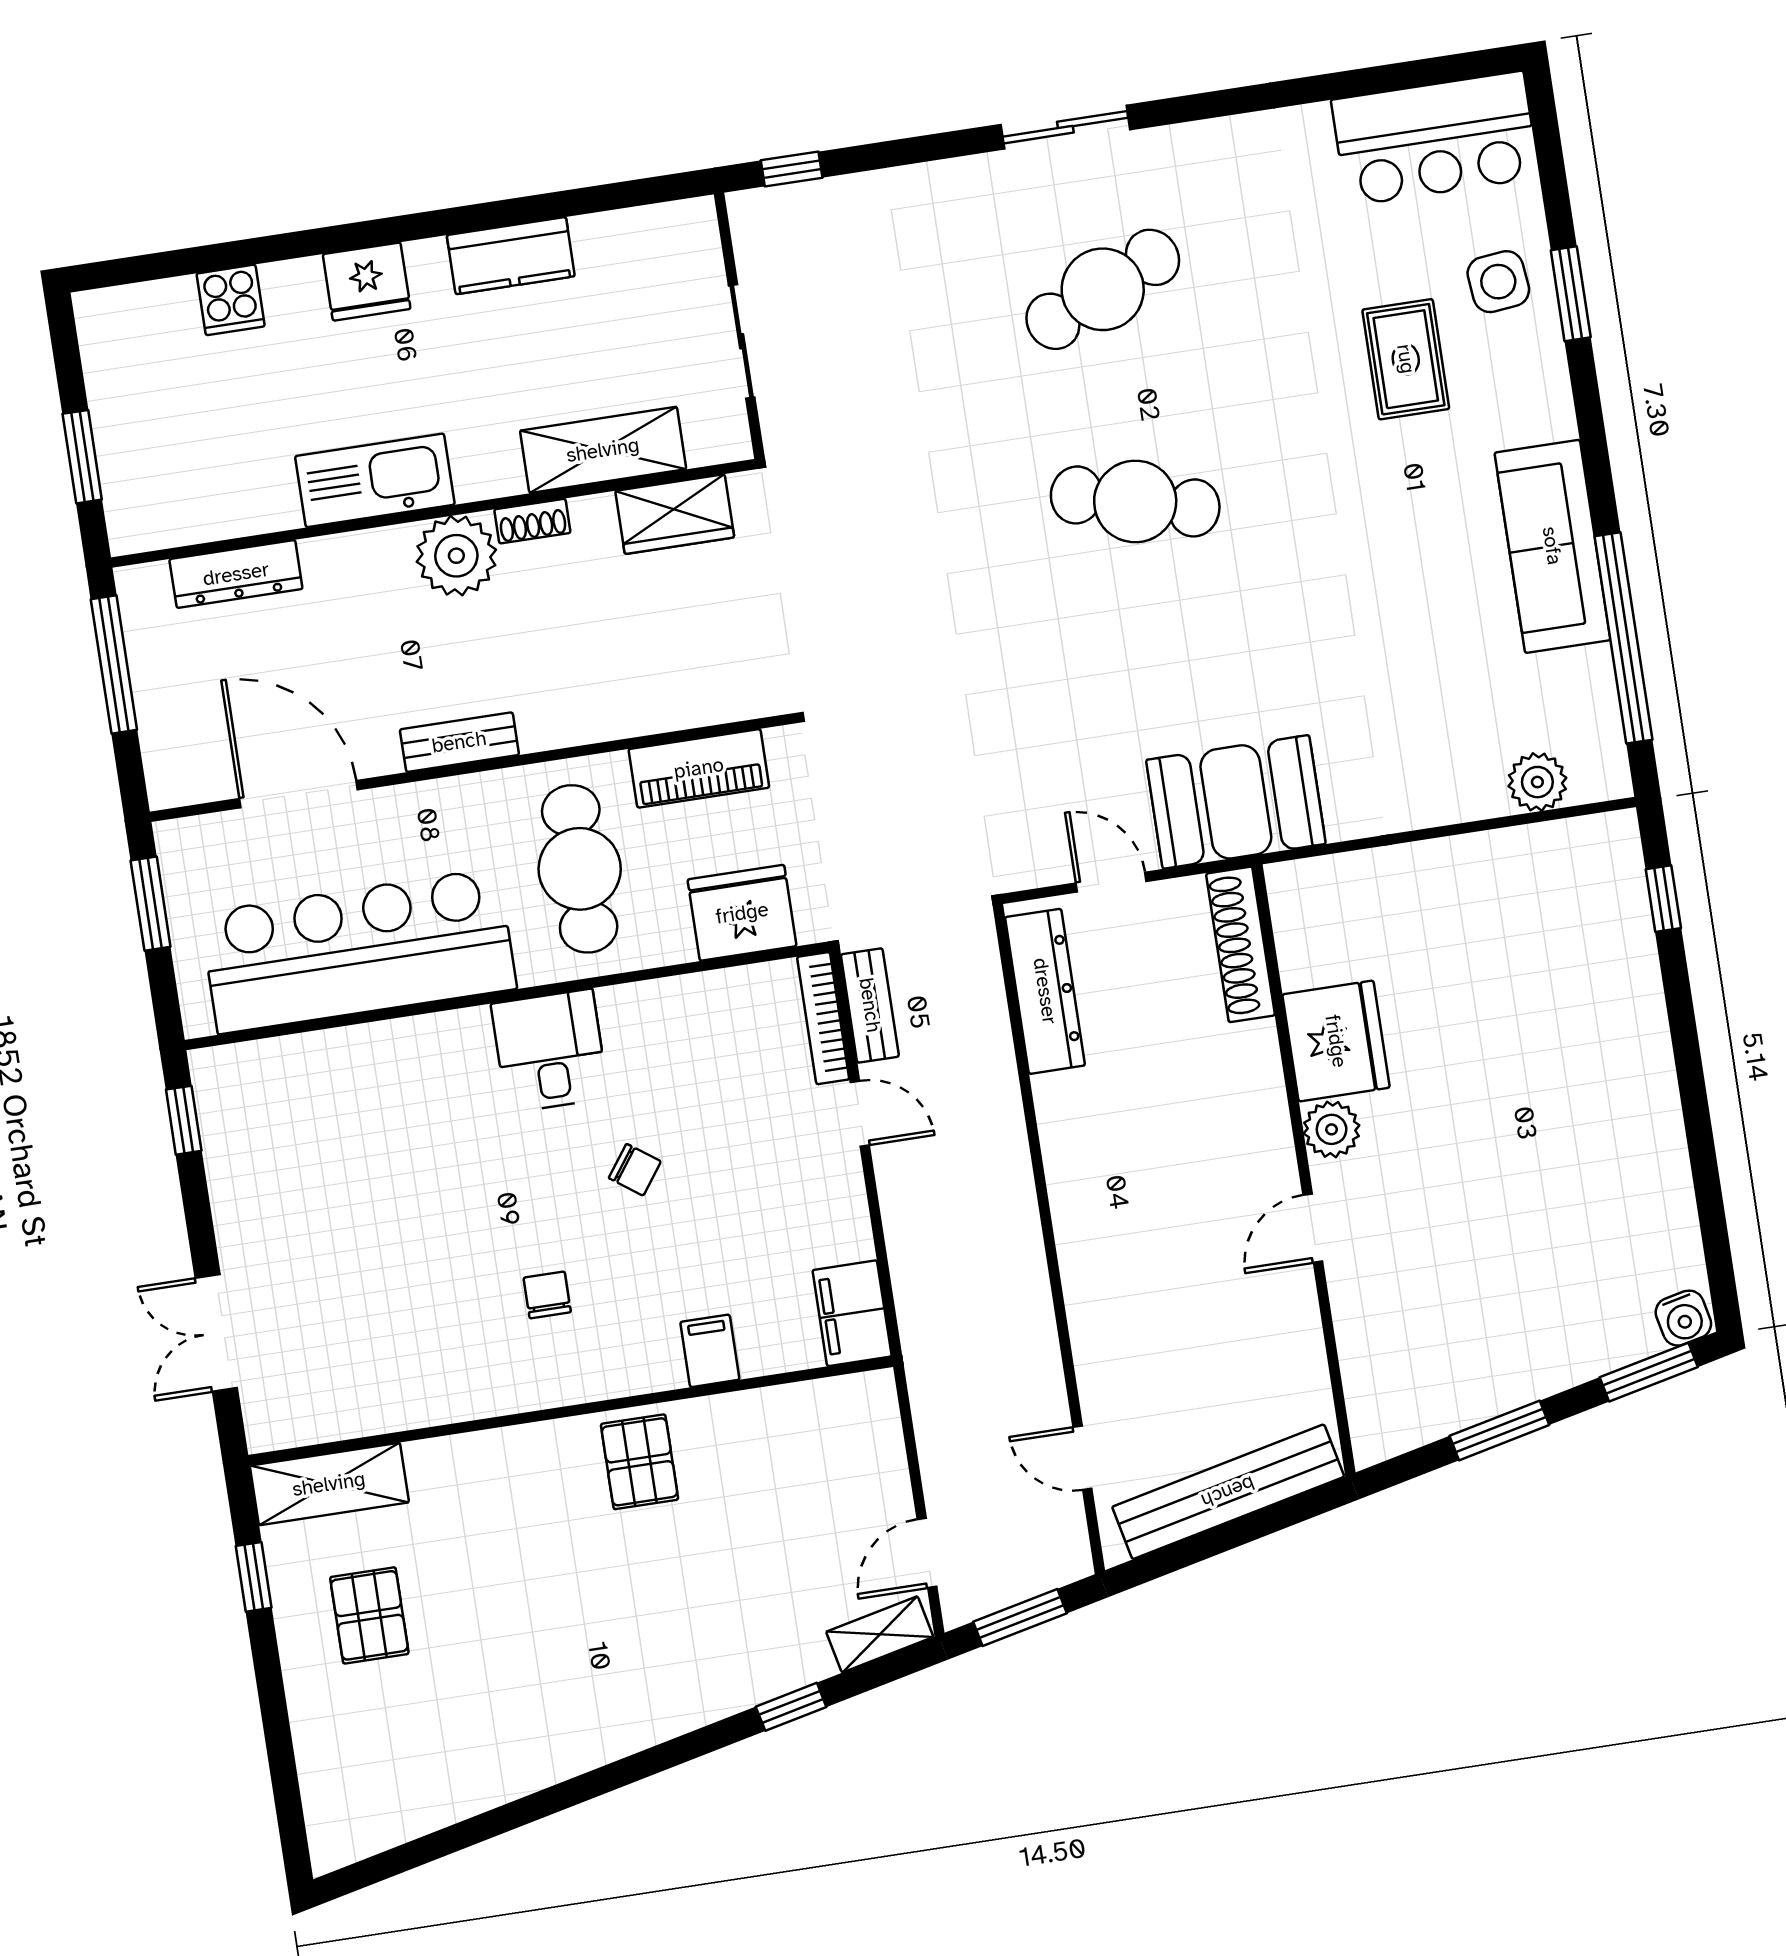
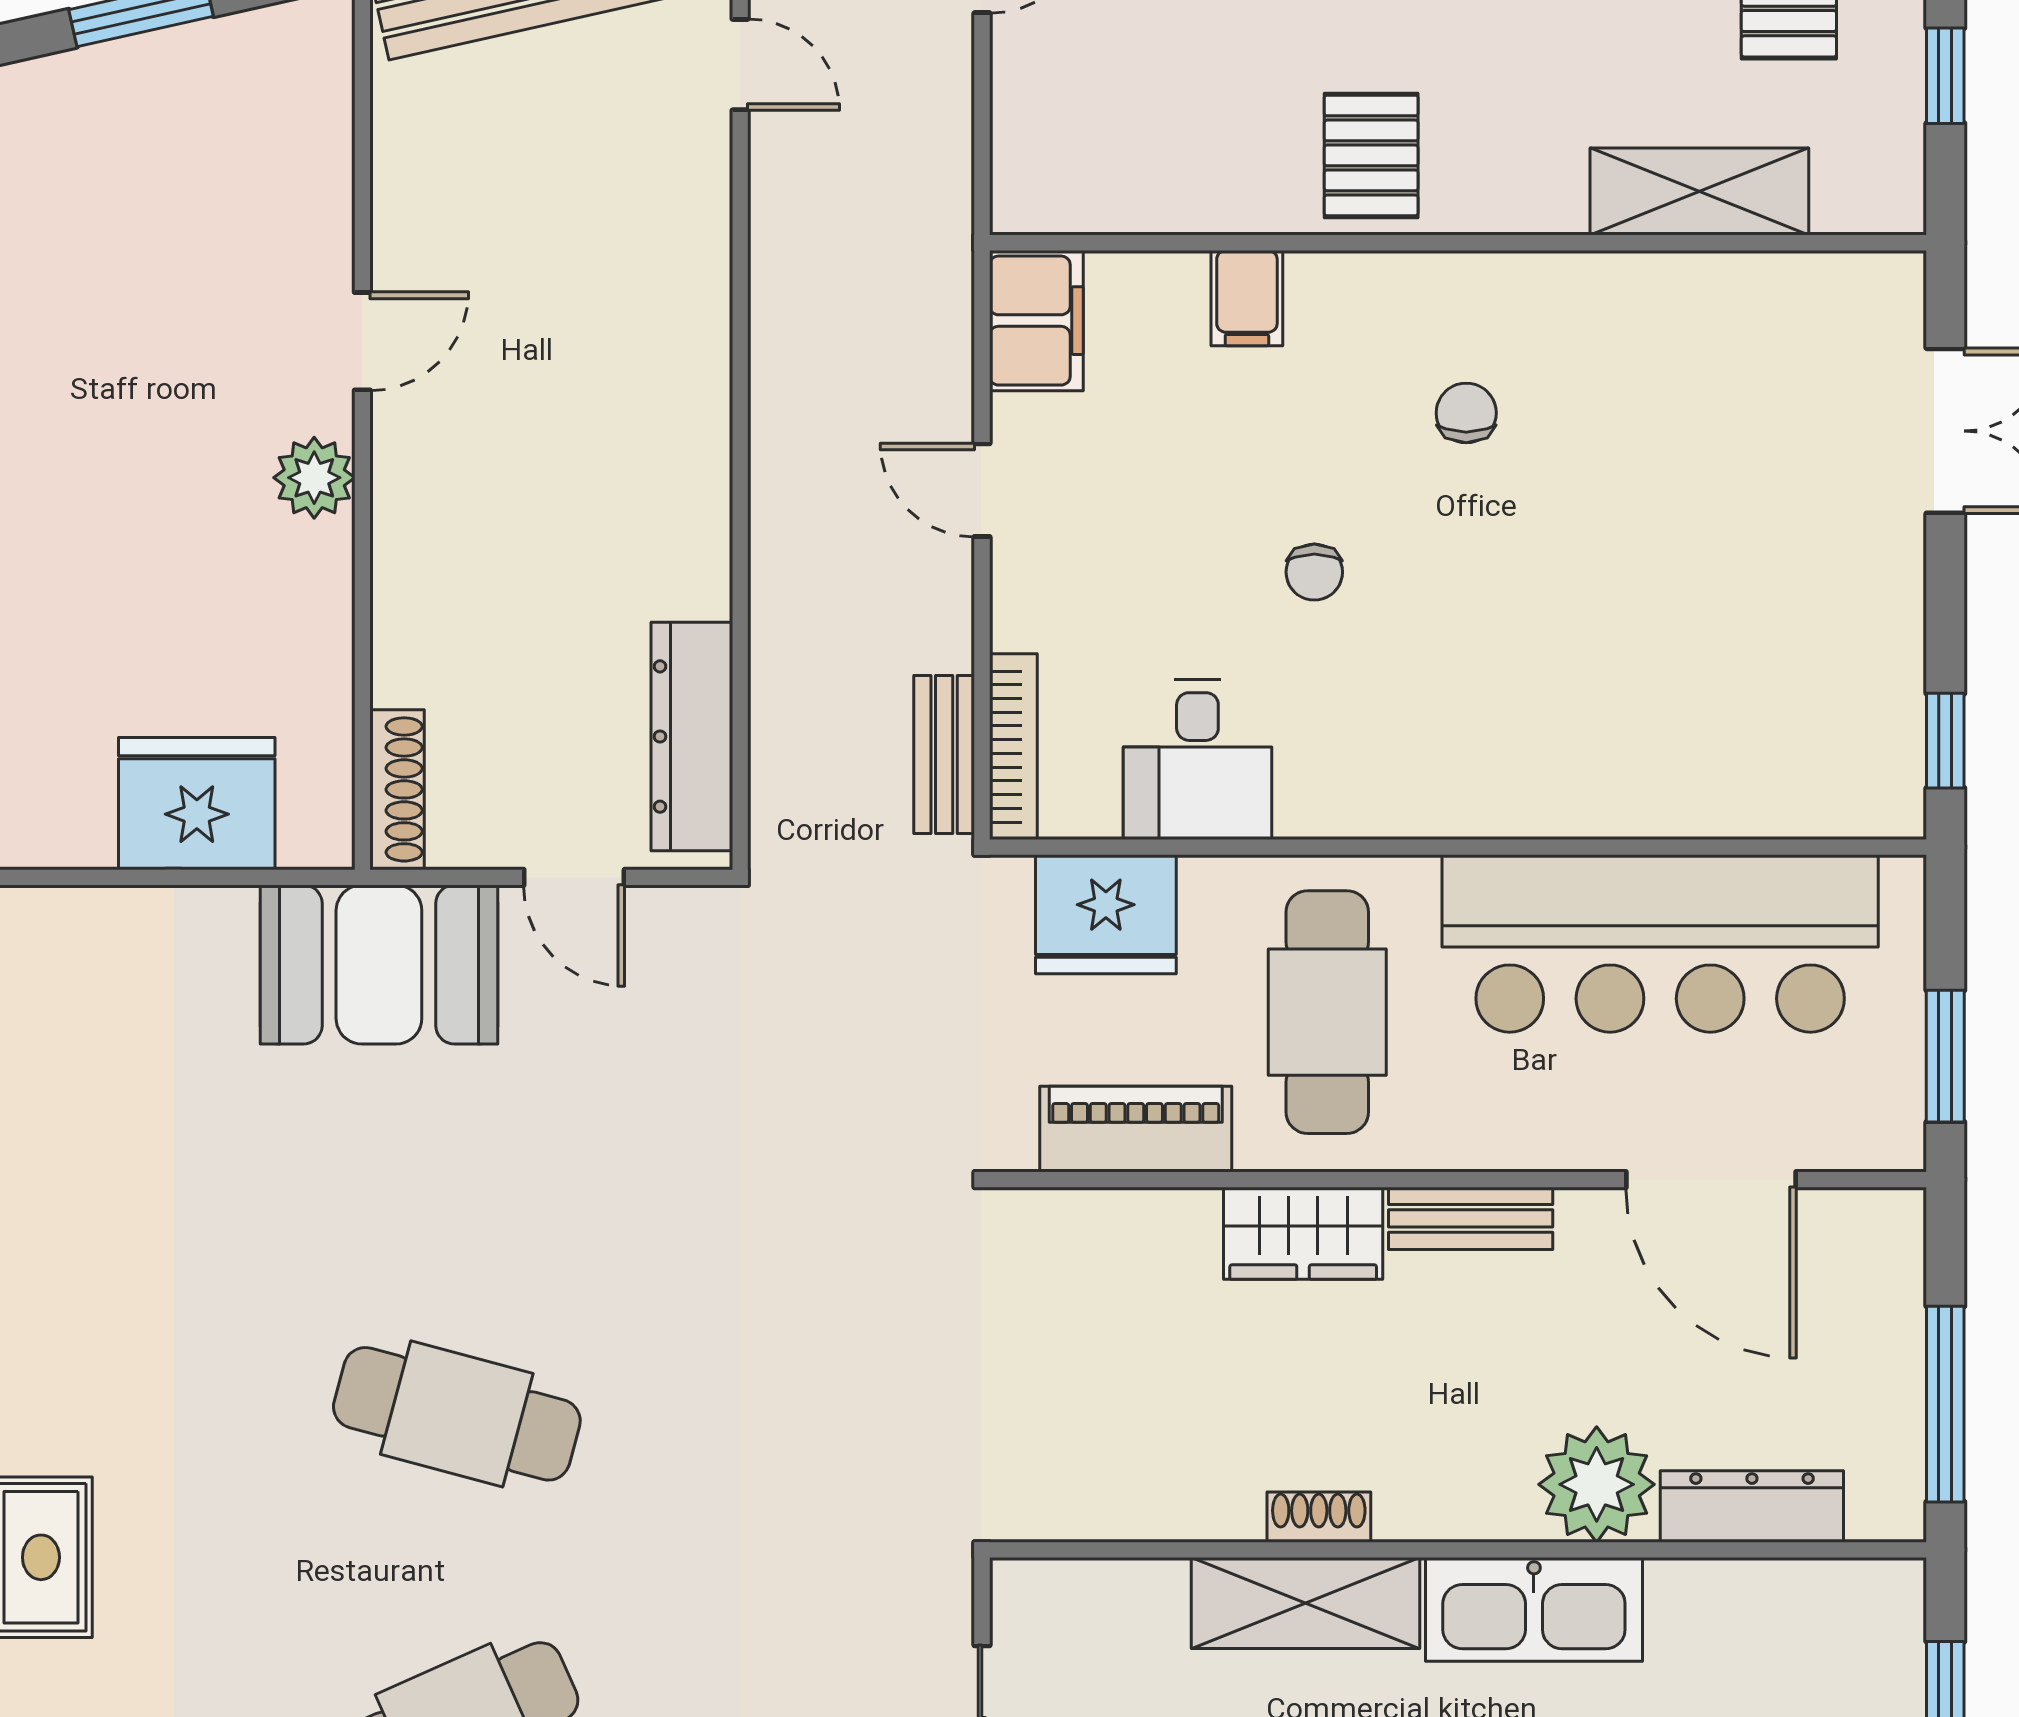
shelving: (603, 450) -> (1305, 1603), moved
wardrobe: (675, 514) -> (1303, 1233), moved, turned 180
plant: (456, 556) -> (1597, 1484), moved
shoe rack: (1240, 944) -> (397, 789), width x0.74, depth x0.81
fridge: (1336, 1041) -> (197, 804), moved, turned 90
desk: (550, 1051) -> (1197, 760), moved
door: (860, 1114) -> (982, 490), moved
chair: (635, 1170) -> (1314, 572), turned -126
chair: (547, 1295) -> (1466, 413), turned 180
shelving: (329, 1484) -> (1699, 192), moved

